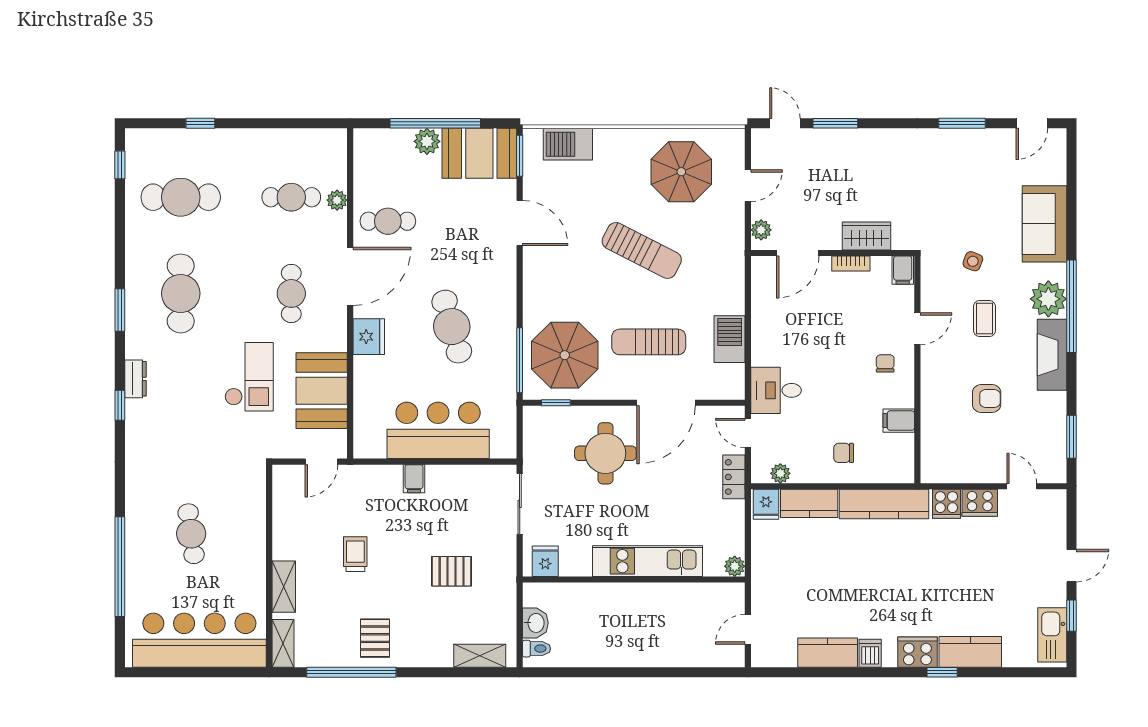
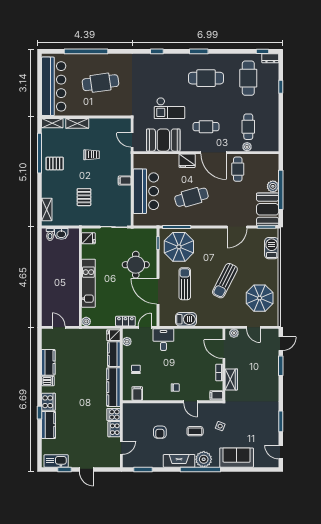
dresser: (135, 379) -> (270, 58), moved
filing cabinet: (899, 421) -> (137, 394), moved
cafe table: (191, 534) -> (100, 83), width x1.37, depth x1.35

